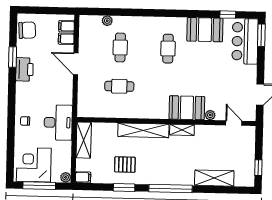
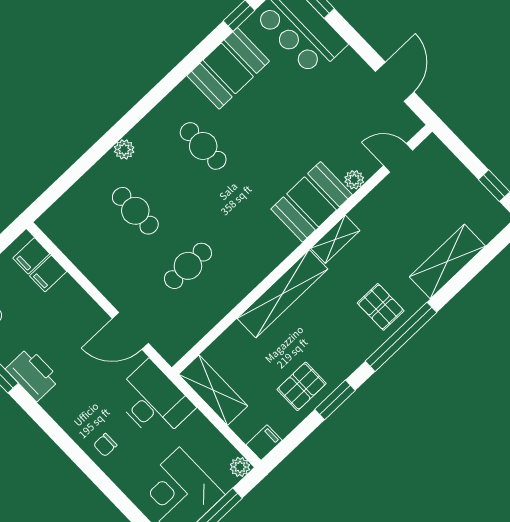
plant: (107, 21) -> (124, 149), moved
door: (76, 64) -> (130, 331), moved
pallet: (125, 165) -> (302, 386), moved
pallet: (174, 170) -> (381, 307), added

